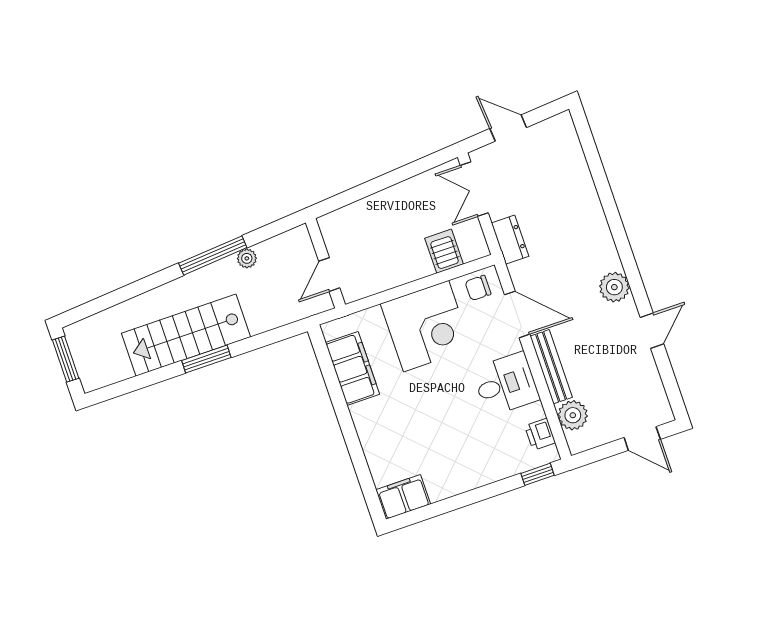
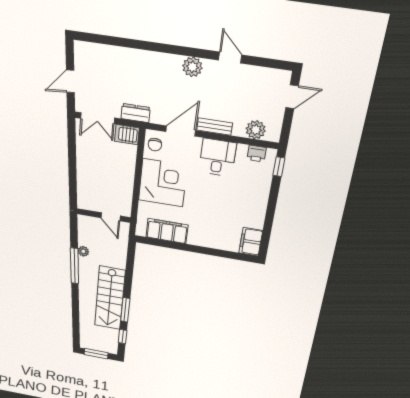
server rack: (444, 251) -> (127, 135), moved
window: (206, 359) -> (125, 310), moved
bench: (551, 367) -> (215, 127), width x0.73
window: (125, 387) -> (123, 337), added

